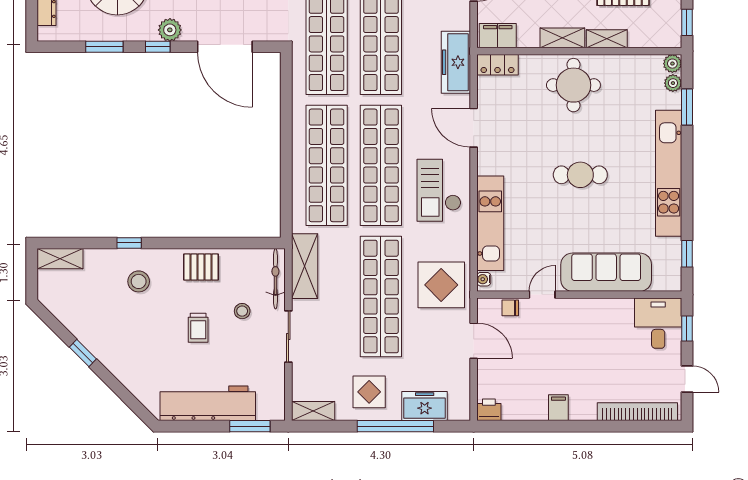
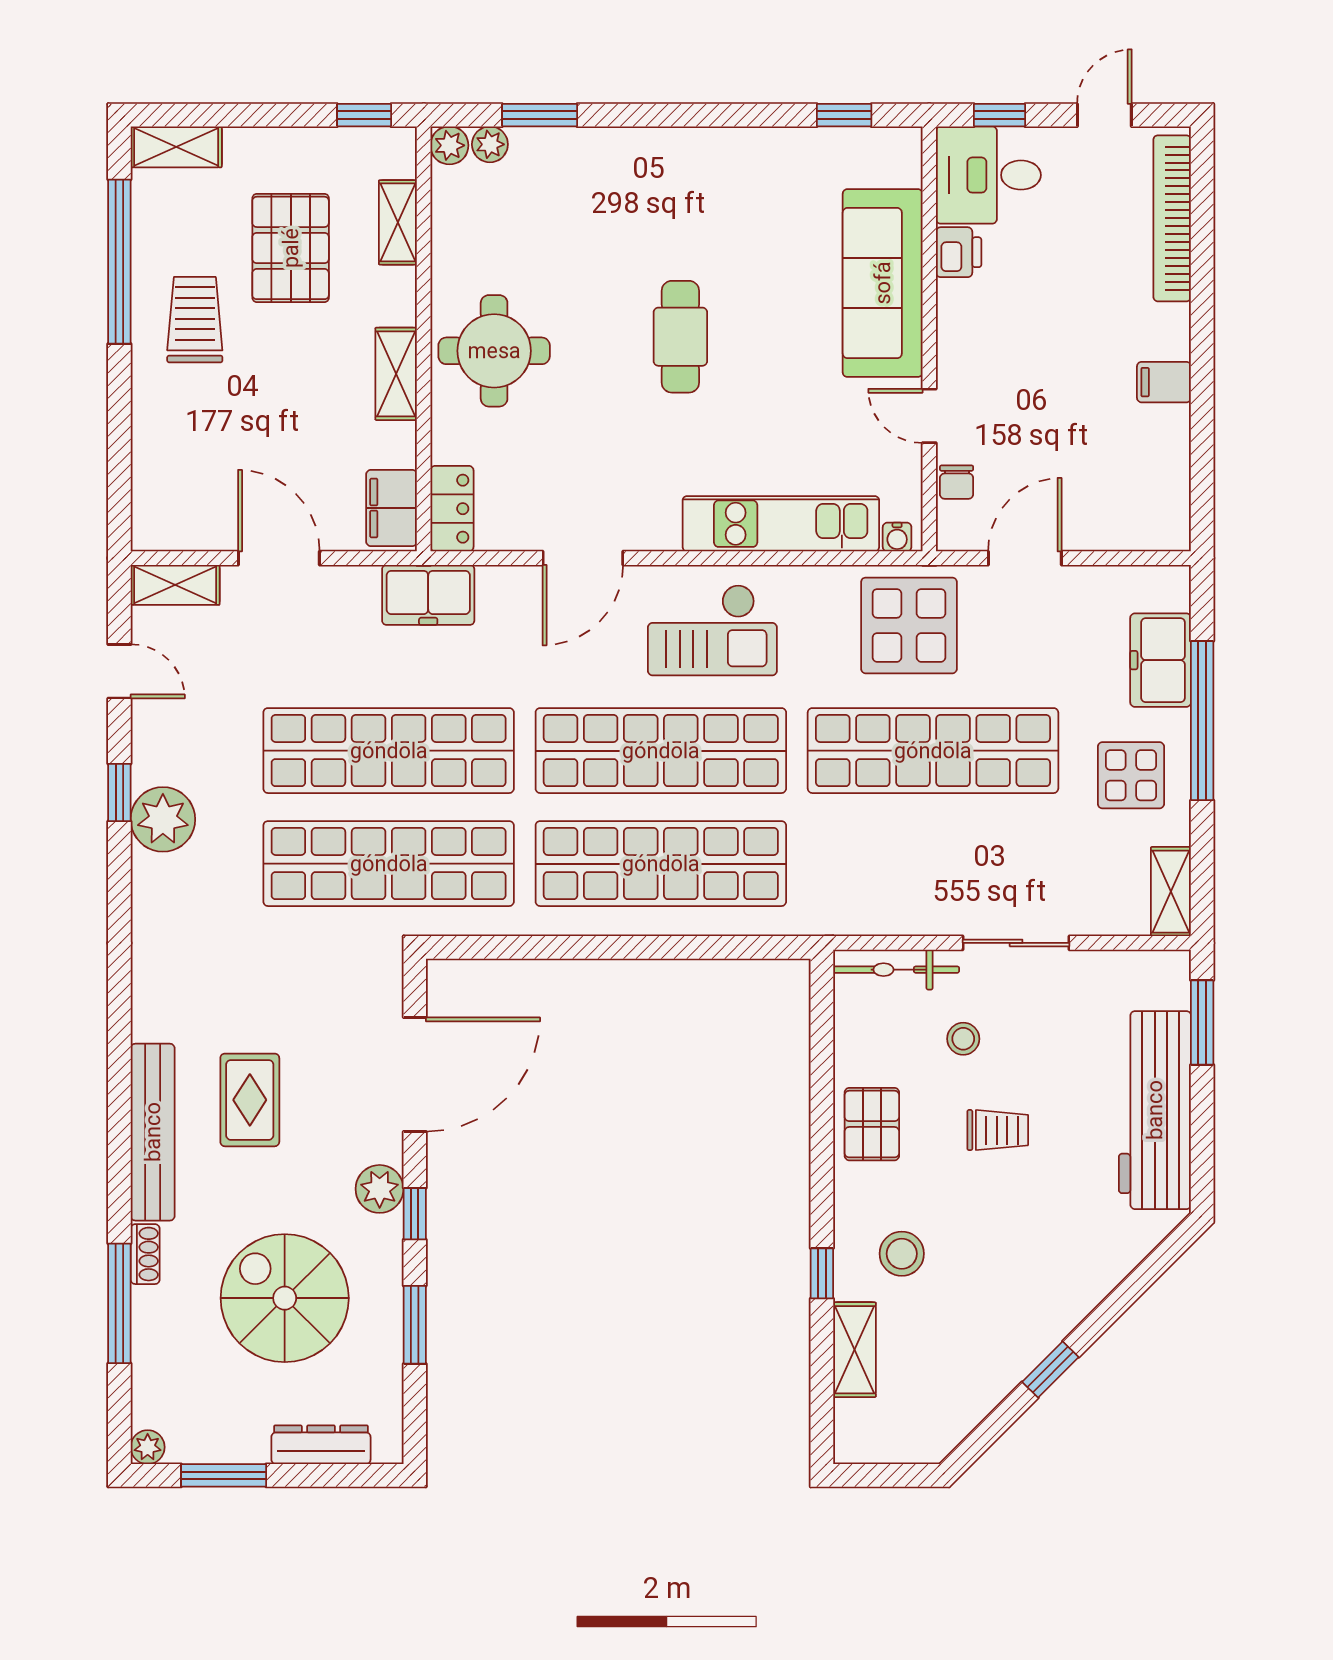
shelving: (607, 39) -> (398, 222), moved
freezer: (456, 62) -> (428, 595), width x0.71
kitchen unit: (669, 173) -> (677, 153), removed
shelving: (60, 259) -> (854, 1350), moved
shelving: (305, 266) -> (870, 909), removed
printer: (489, 410) -> (959, 252), moved, turned 180

